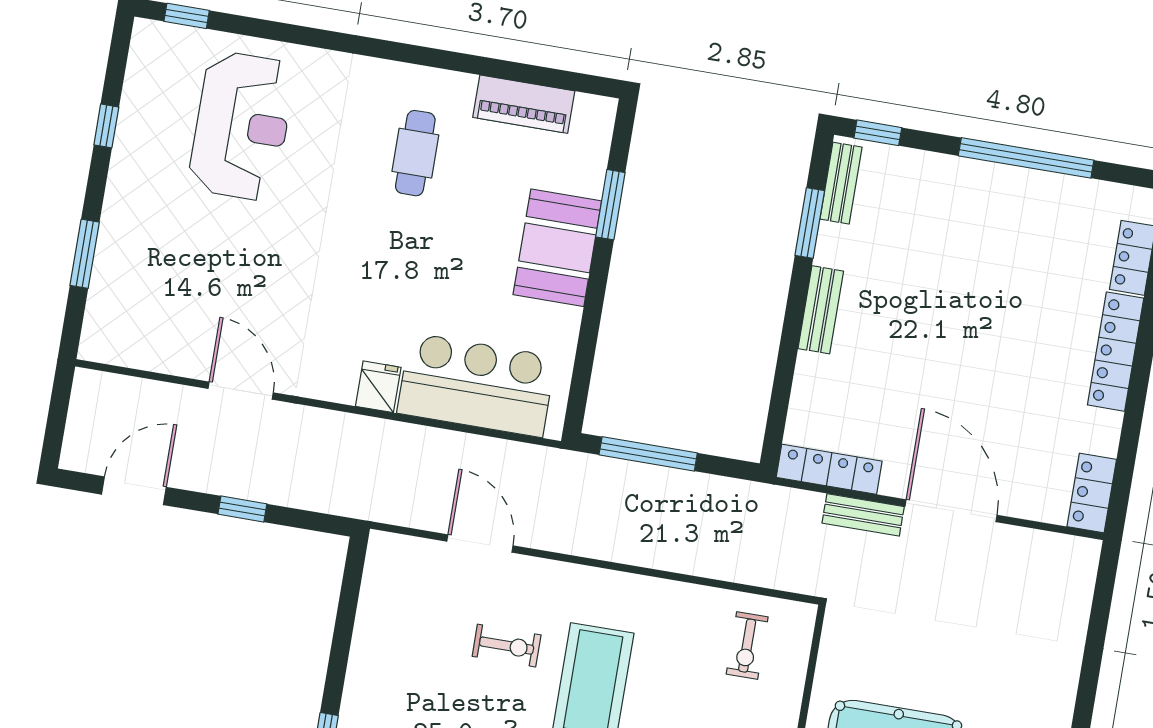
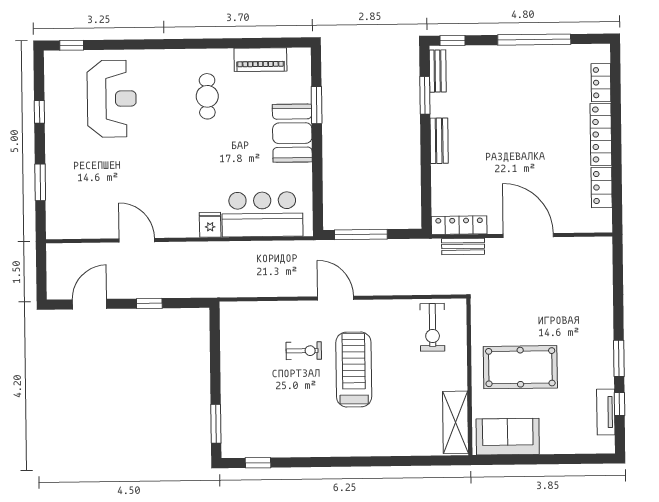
locker: (1092, 493) -> (602, 187), moved
bench: (863, 515) -> (463, 246), moved
door: (480, 544) -> (336, 298), moved
exercise bike: (747, 646) -> (432, 327), width x1.38, depth x1.39

